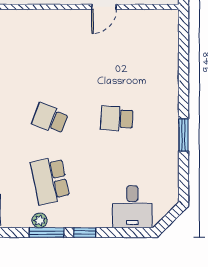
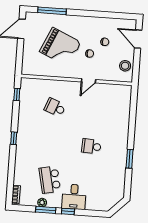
school desk: (50, 118) -> (55, 107), moved
desk: (132, 207) -> (74, 197), moved

